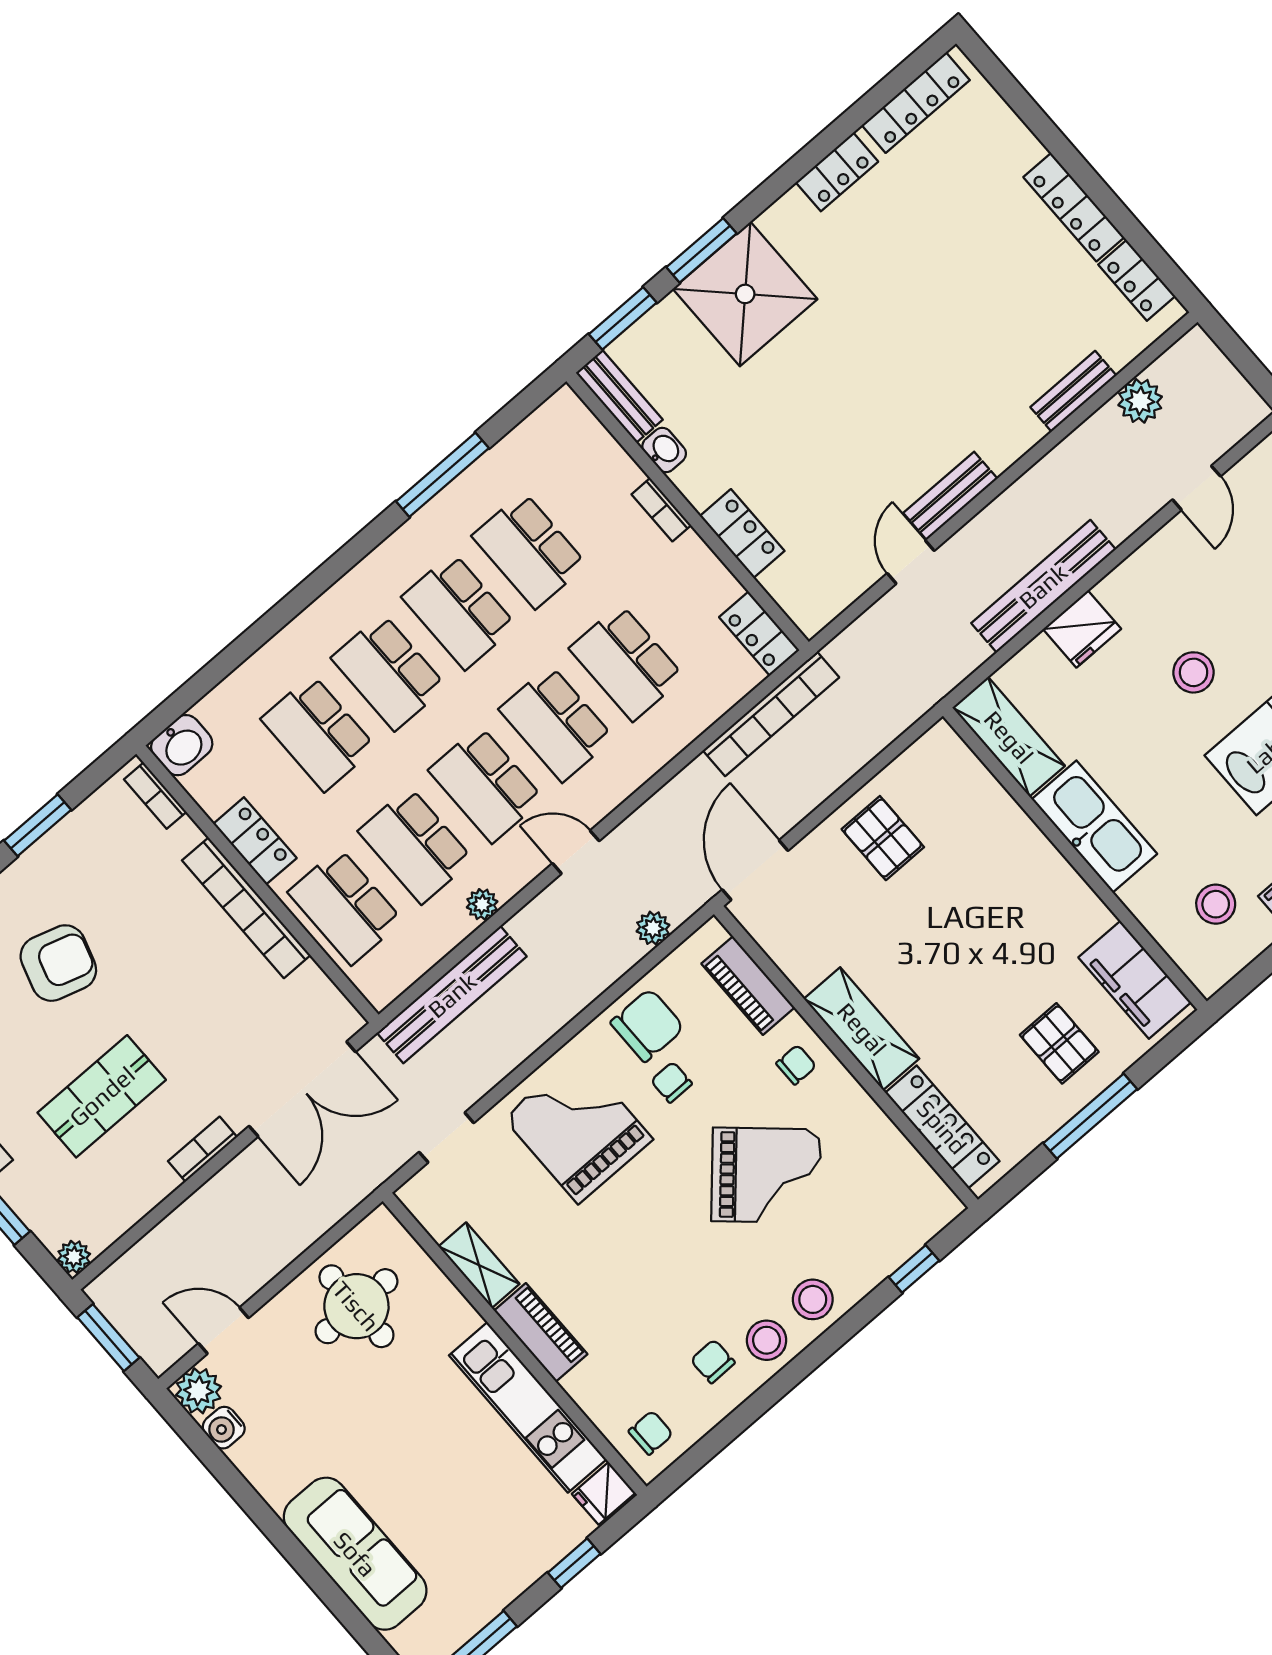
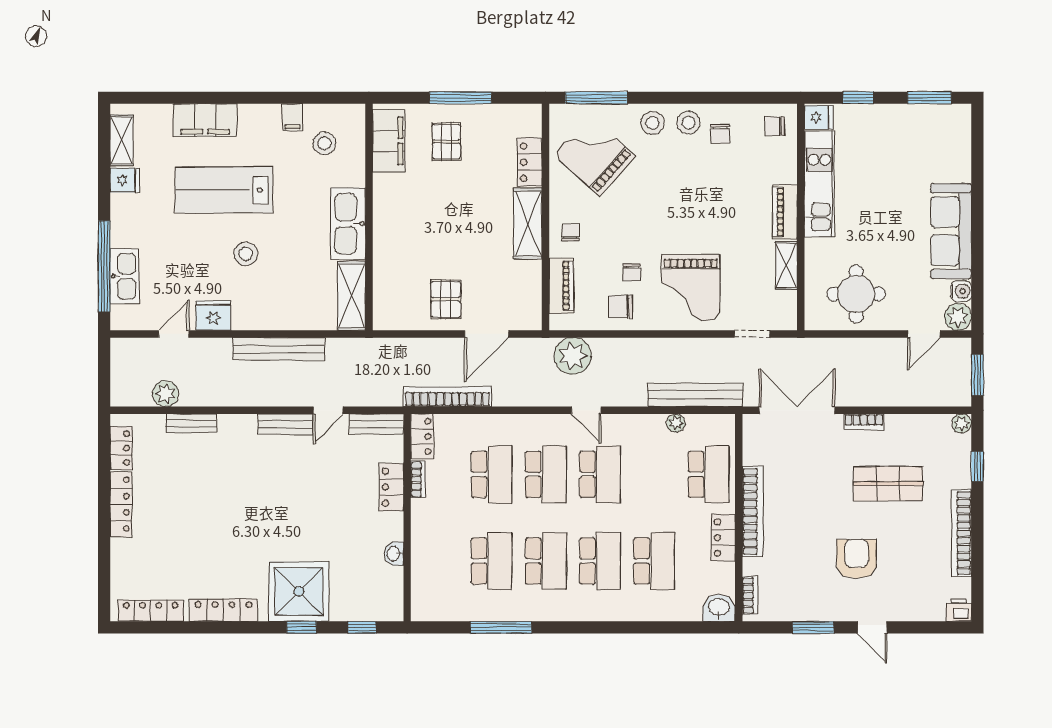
locker: (837, 172) -> (223, 610), width x1.53
window: (701, 250) -> (301, 627), width x0.67
window: (623, 318) -> (362, 627), width x0.67
bench: (619, 396) -> (377, 424), moved, turned 90
bookcase: (661, 510) -> (418, 479), moved
fridge: (1082, 629) -> (213, 315), moved
school desk: (416, 845) -> (654, 474), removed
door: (755, 870) -> (487, 334), moved
plant: (482, 904) -> (676, 423), moved
plant: (653, 928) -> (573, 356), width x1.88, depth x1.88
armchair: (58, 963) -> (856, 559), turned 73
chair: (647, 1025) -> (621, 307), width x0.73, depth x0.73
chair: (796, 1065) -> (570, 233), turned 90
locker: (942, 1127) -> (530, 162), width x0.66
grand piano: (766, 1175) -> (594, 155), moved
window: (914, 1269) -> (596, 98), width x2.17
door: (223, 1331) -> (924, 334), hinge flipped
sofa: (355, 1554) -> (951, 231), moved

